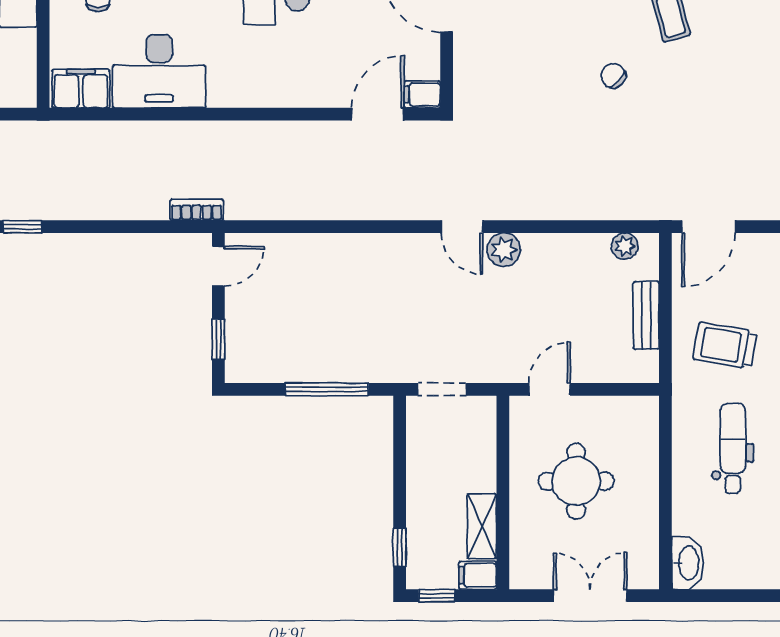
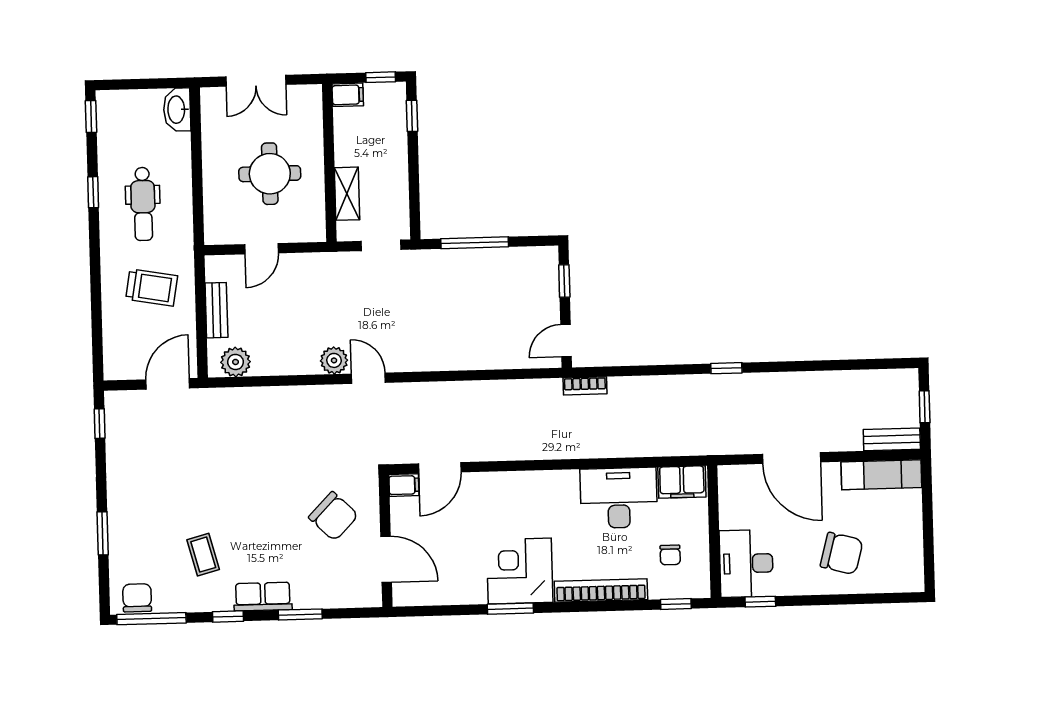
chair: (613, 76) -> (333, 516), moved, width x1.87, depth x1.87
plant: (625, 246) -> (236, 362), width x1.38, depth x1.38
door: (550, 389) -> (261, 249), moved
shelving: (482, 526) -> (347, 194), moved

